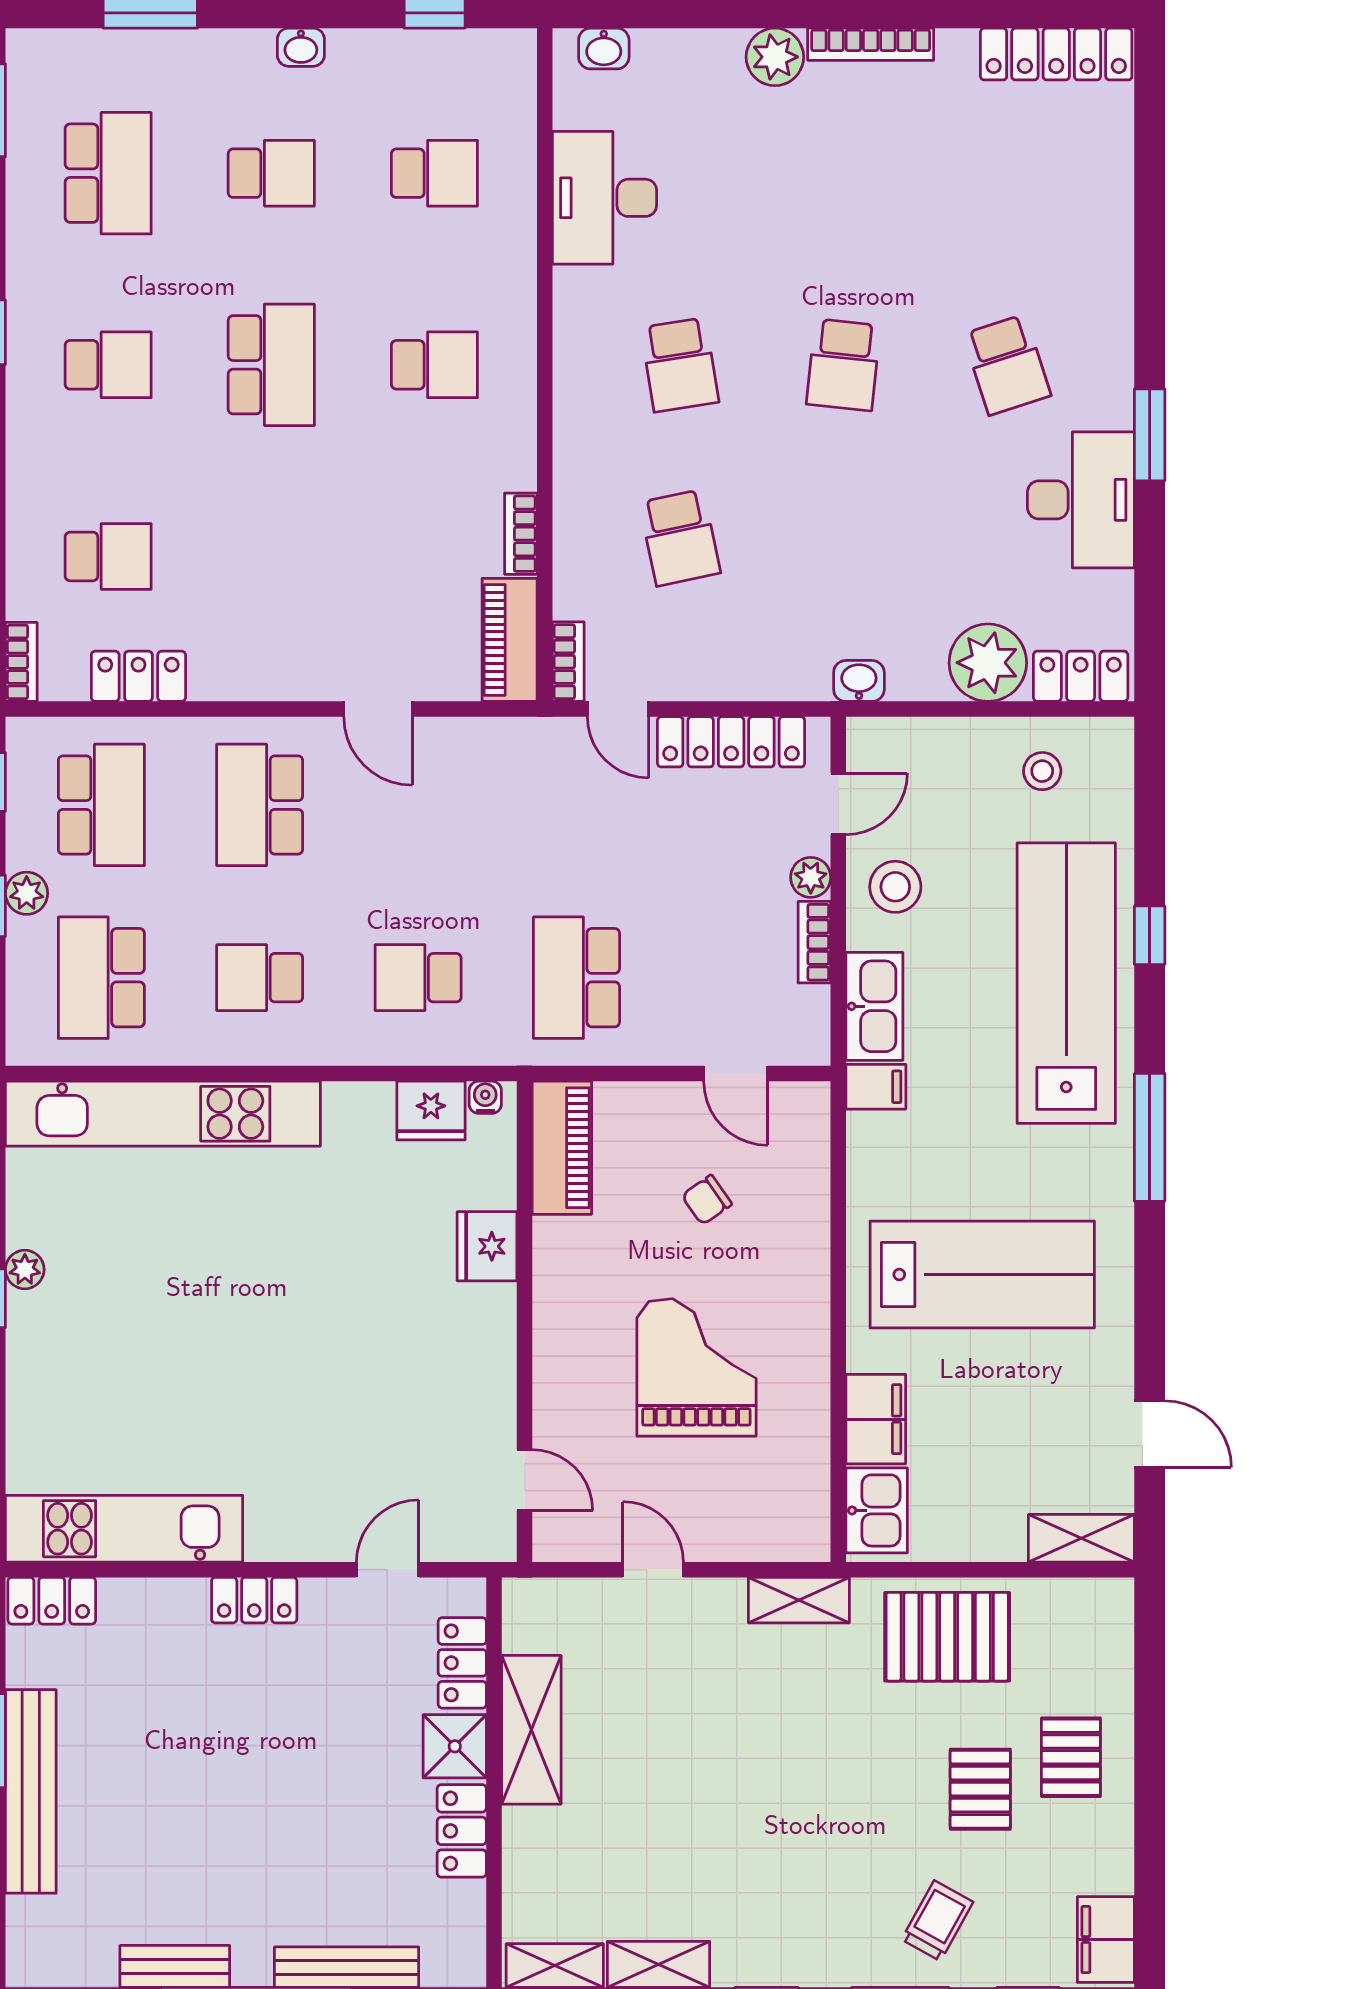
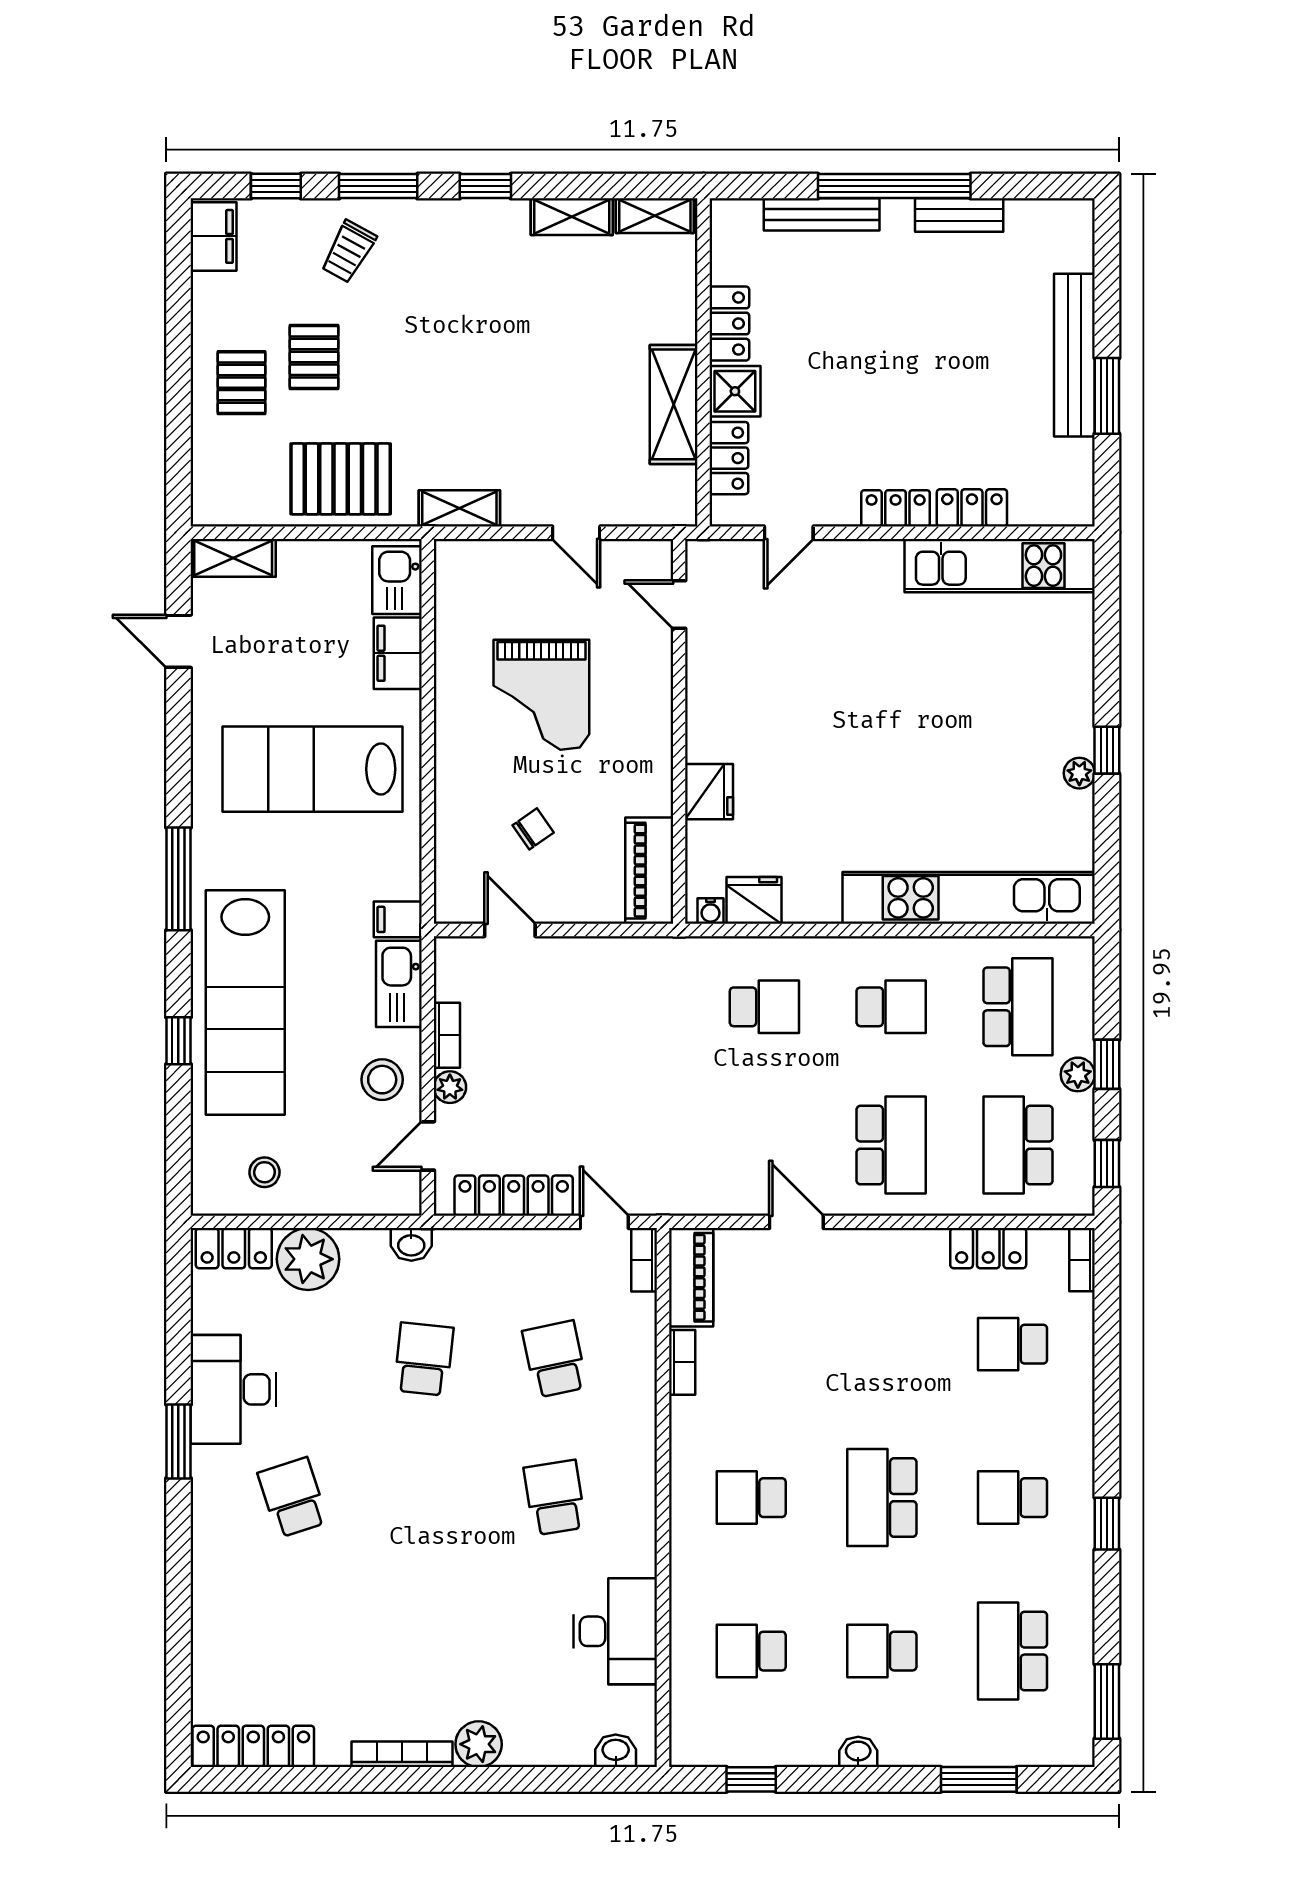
school desk: (843, 365) -> (424, 1359), moved
school desk: (576, 978) -> (637, 1007), removed
locker: (52, 1601) -> (972, 508), moved

